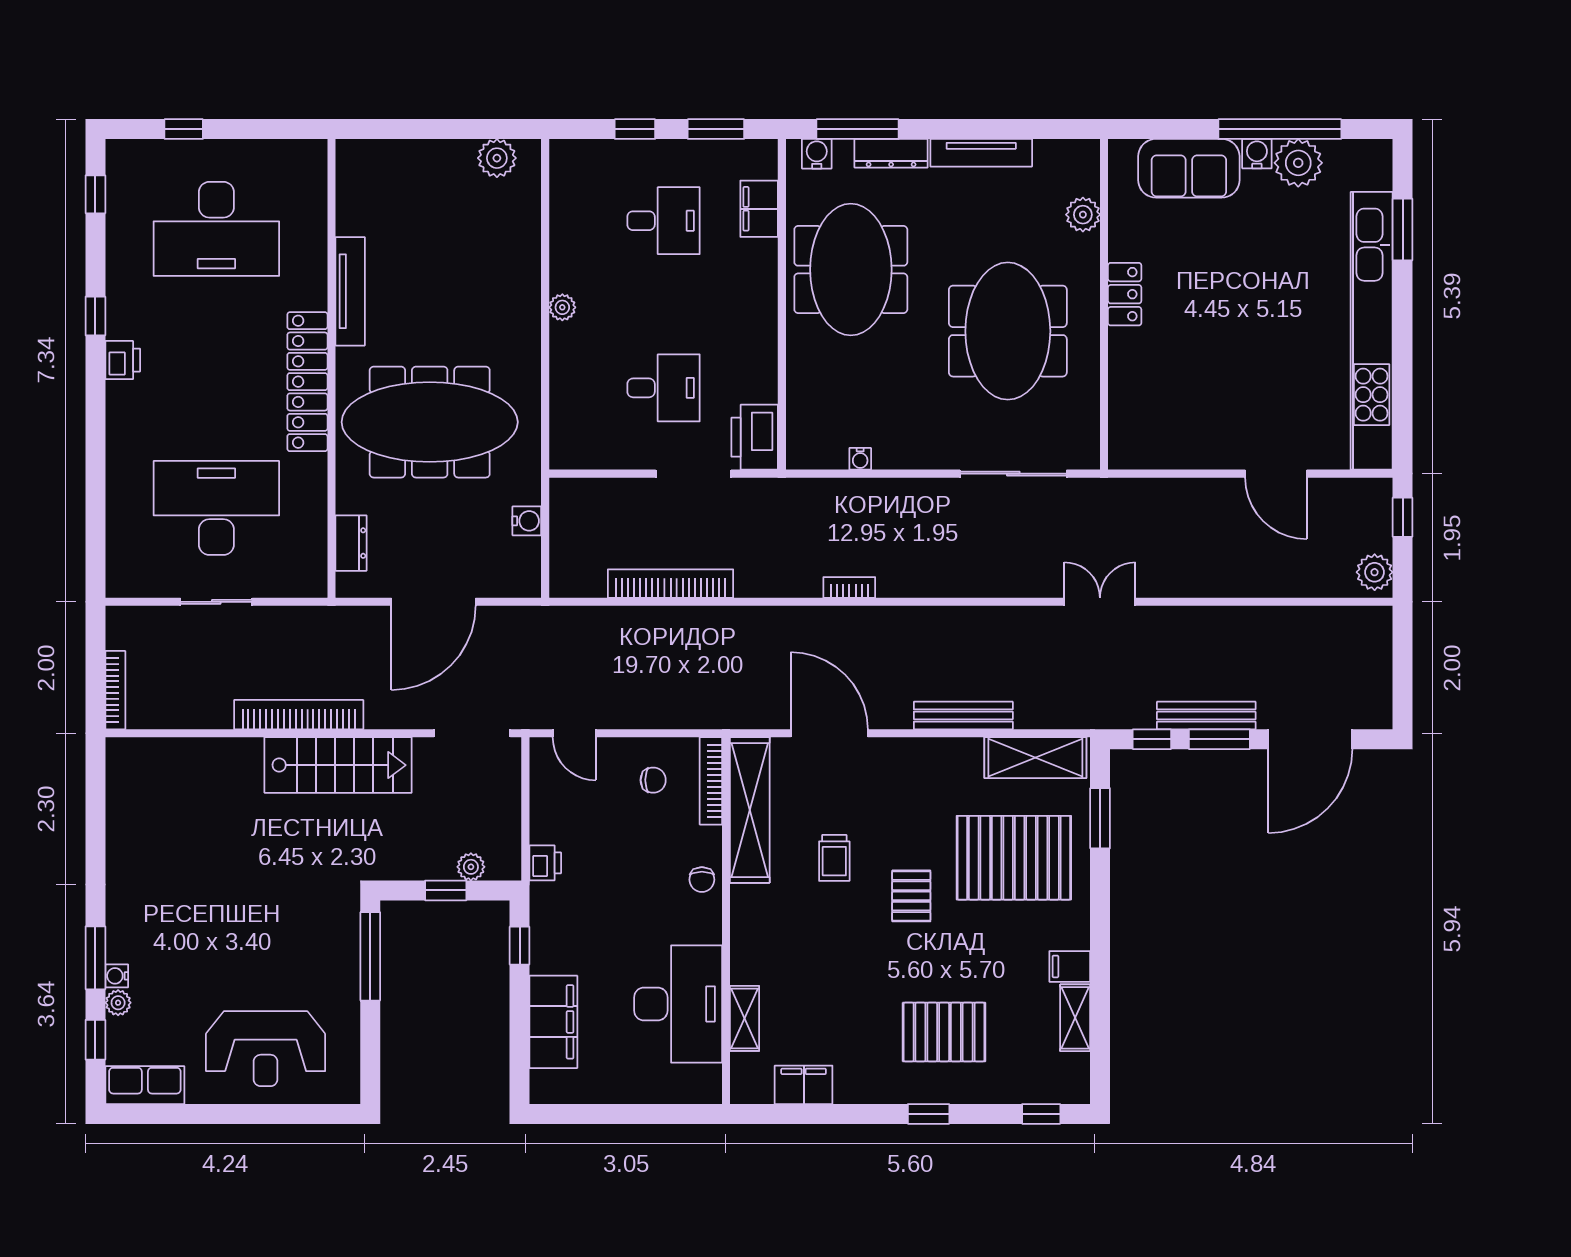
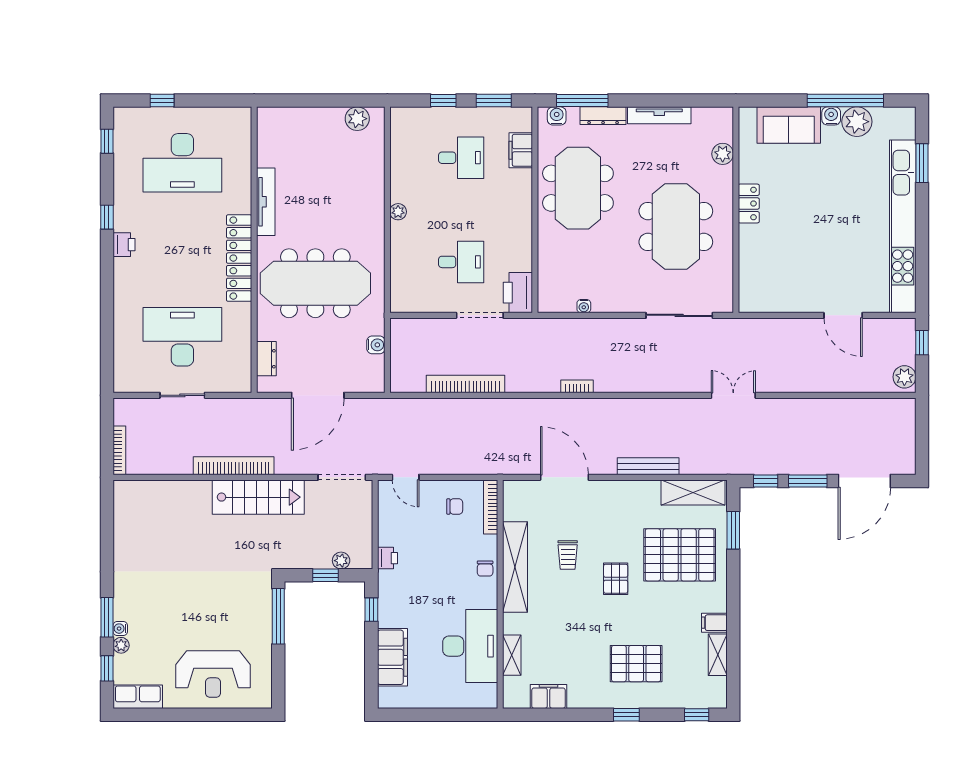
bench: (1206, 716) -> (800, 466), removed
shelving: (750, 810) -> (515, 567), moved

